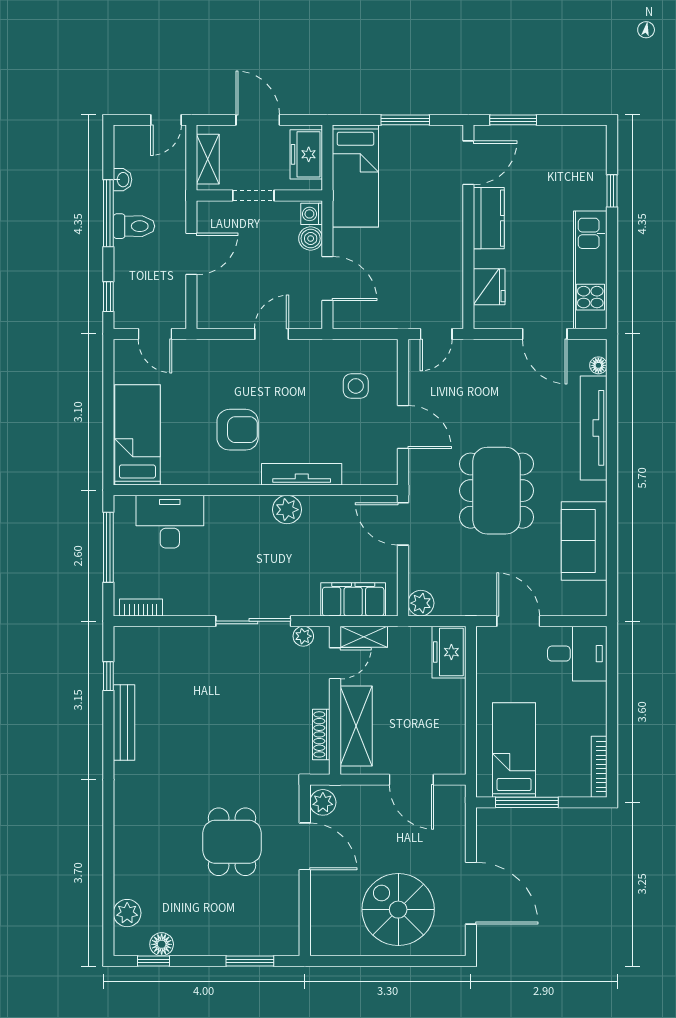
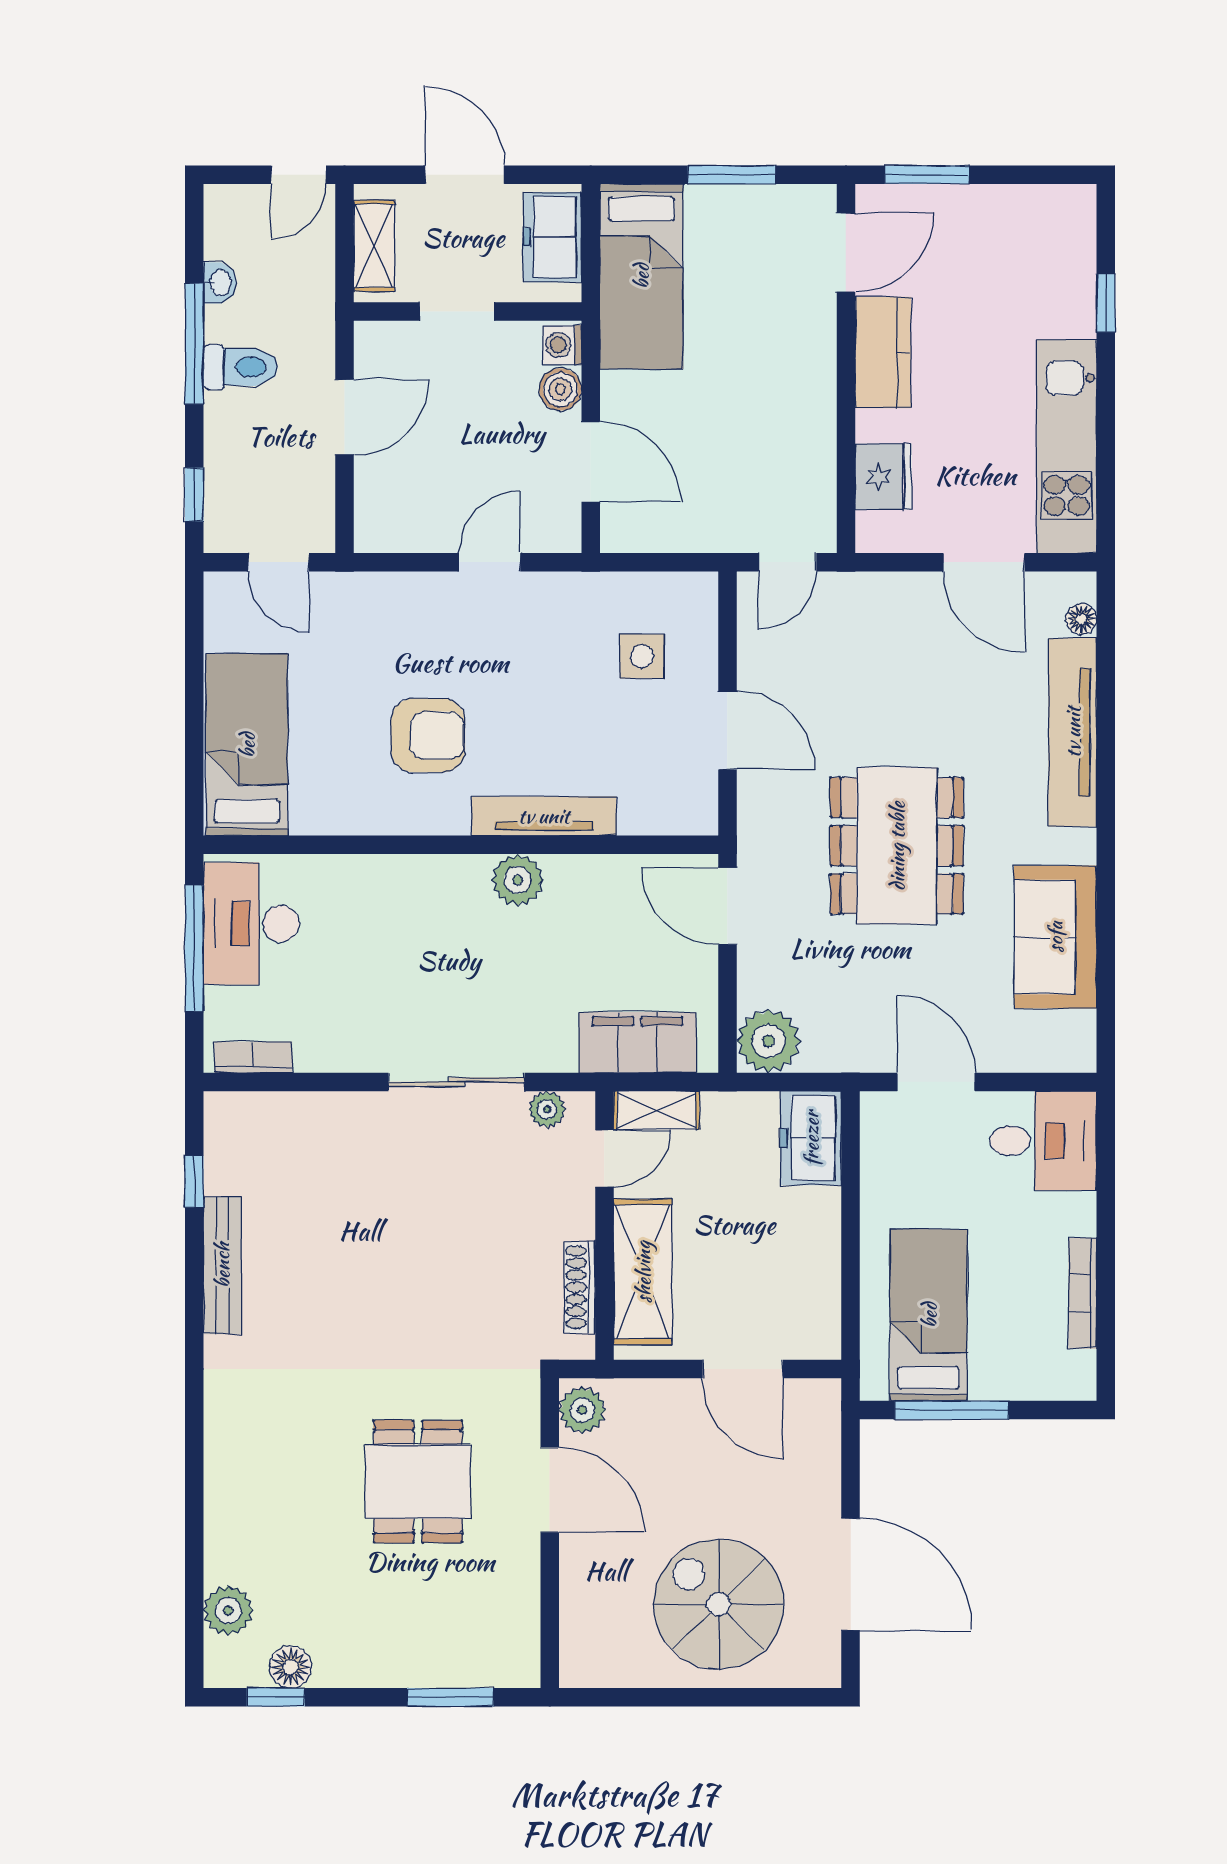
desk: (170, 522) -> (251, 924), moved, turned -90
plant: (421, 603) -> (768, 1041), width x1.36, depth x1.36
bookcase: (599, 767) -> (1083, 1293), moved

